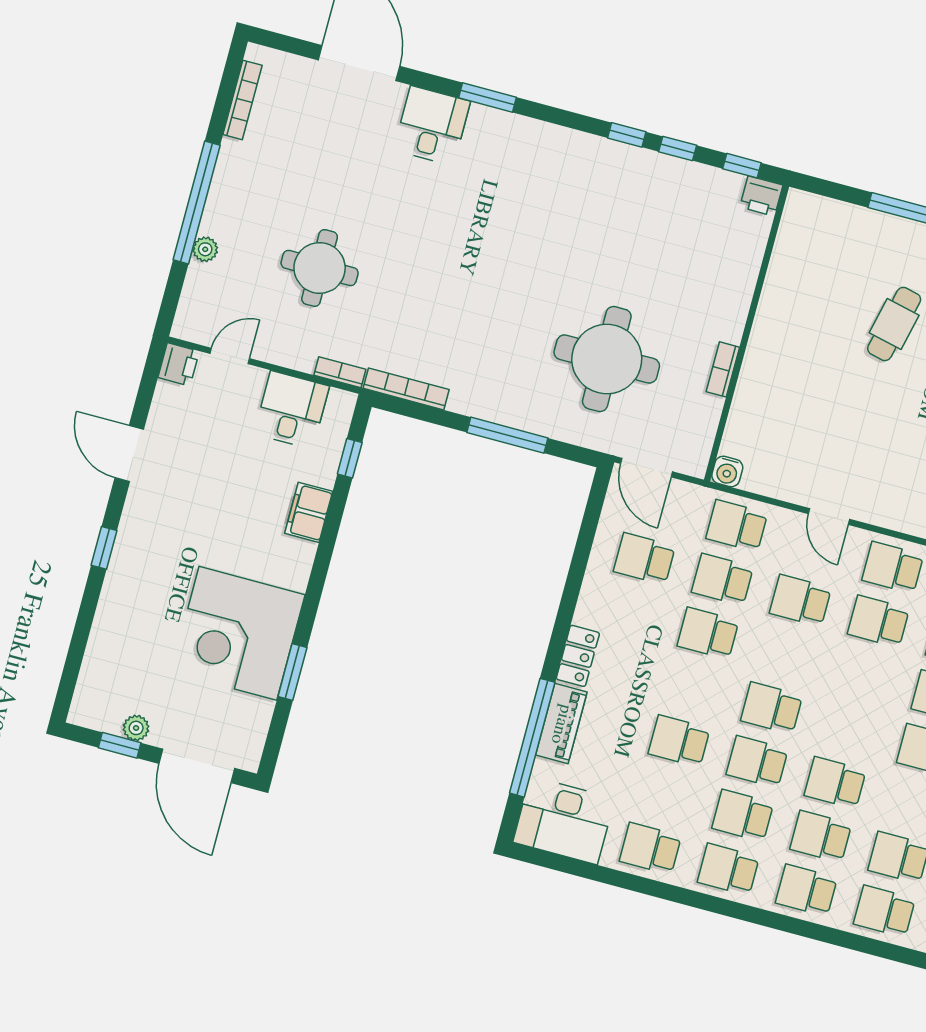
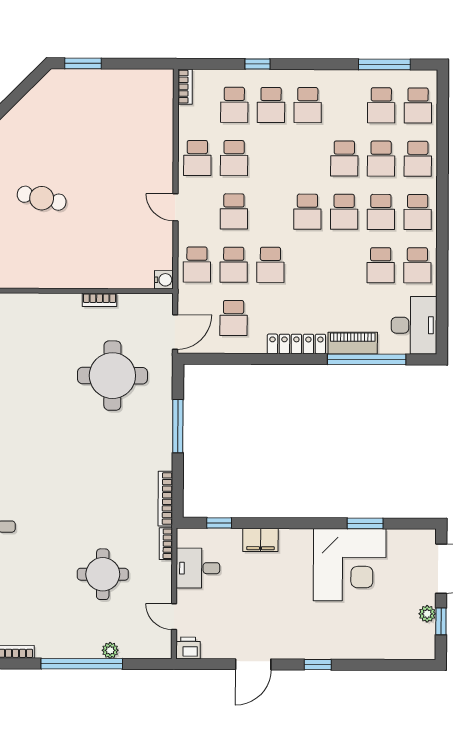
door: (829, 517) -> (175, 207), swing flipped
locker: (578, 656) -> (296, 344), width x1.53
school desk: (679, 741) -> (381, 265), moved

